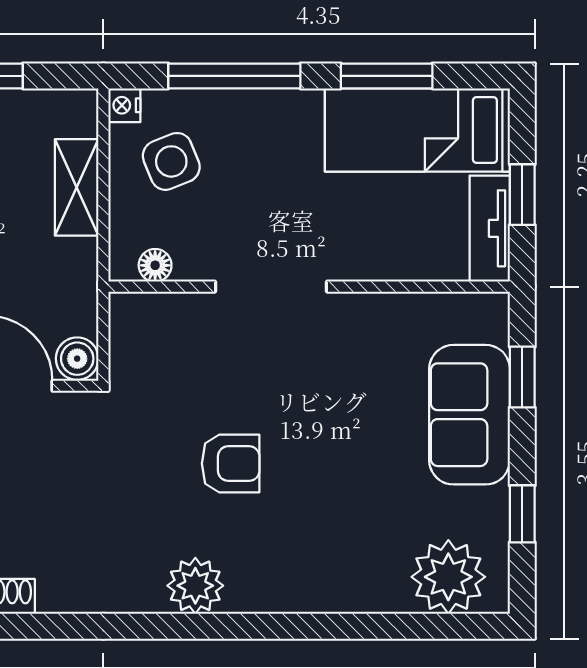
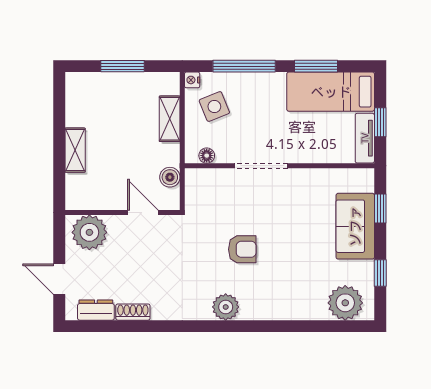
boiler: (77, 359) -> (170, 177), moved

